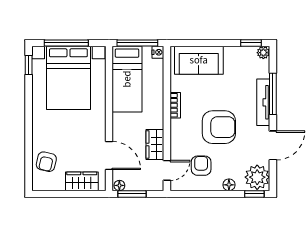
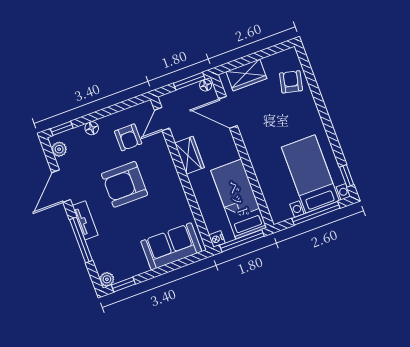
bed with nightstands: (68, 78) -> (310, 174), width x0.73
tv unit: (263, 102) -> (85, 220), width x0.71
bookcase: (175, 105) -> (178, 190), removed
wardrobe: (155, 145) -> (190, 155), moved
plant: (257, 177) -> (59, 149), width x0.53, depth x0.53

